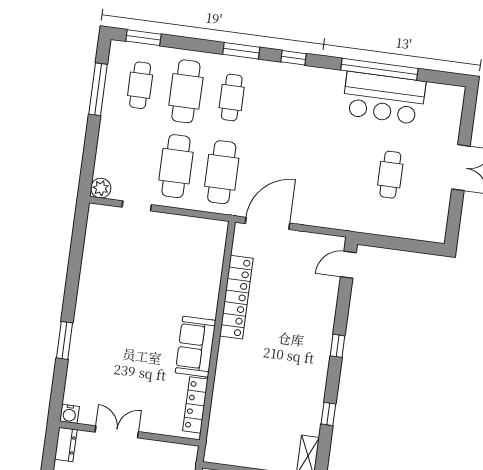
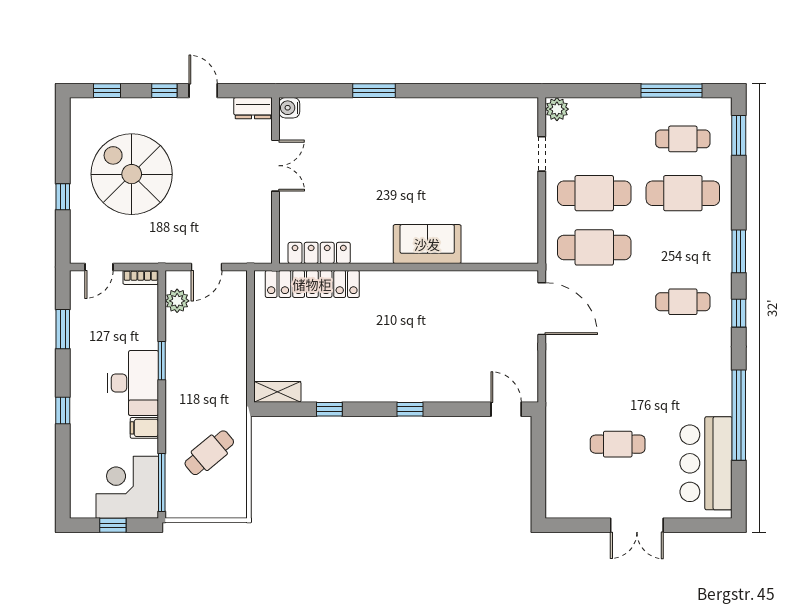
cafe table: (232, 97) -> (683, 302), moved
bar counter: (384, 98) -> (706, 463), moved
locker: (236, 297) -> (312, 284), moved
sofa: (195, 347) -> (427, 244), moved

